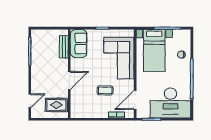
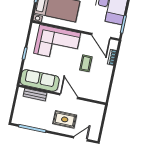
sofa: (79, 43) -> (40, 80), width x1.36
door: (30, 101) -> (80, 139), hinge flipped
rug: (56, 105) -> (65, 119), moved, turned 90

